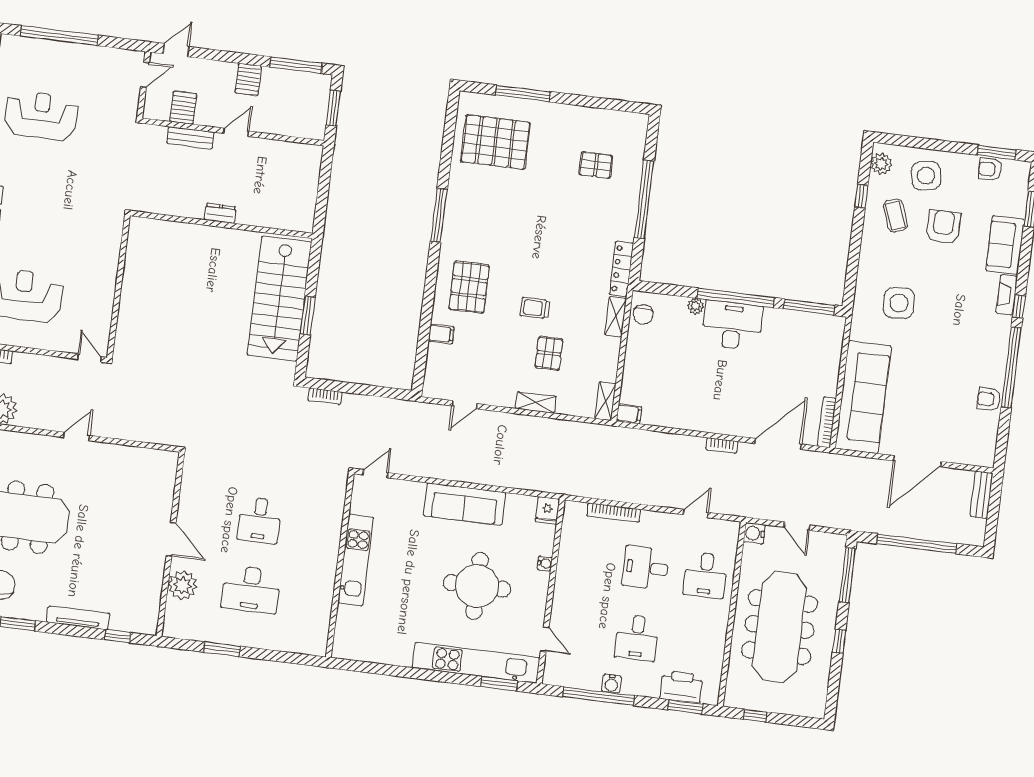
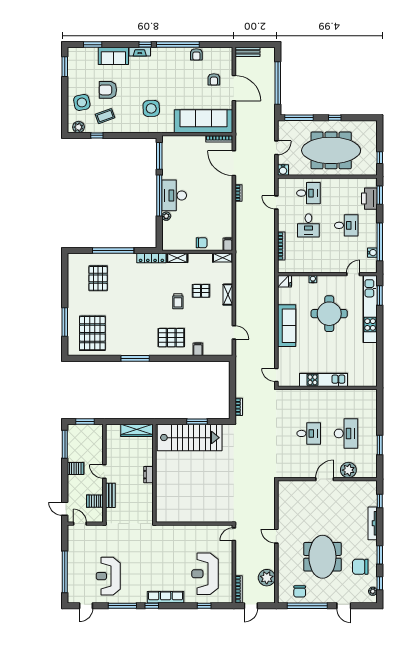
pallet: (596, 165) -> (98, 278), width x1.50, depth x1.42
armchair: (990, 169) -> (214, 79), moved
wardrobe: (305, 202) -> (137, 430), added
chair: (643, 314) -> (202, 243), moved
water cooler: (611, 684) -> (372, 253), moved

